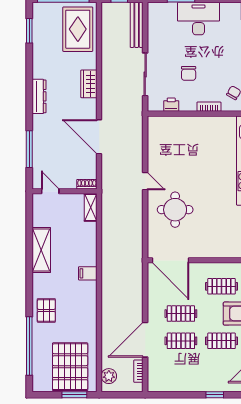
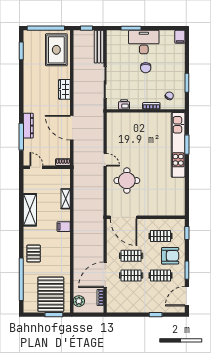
chair: (189, 73) -> (146, 68), moved
dresser: (39, 96) -> (28, 126), moved
shelving: (91, 207) -> (66, 199), moved

